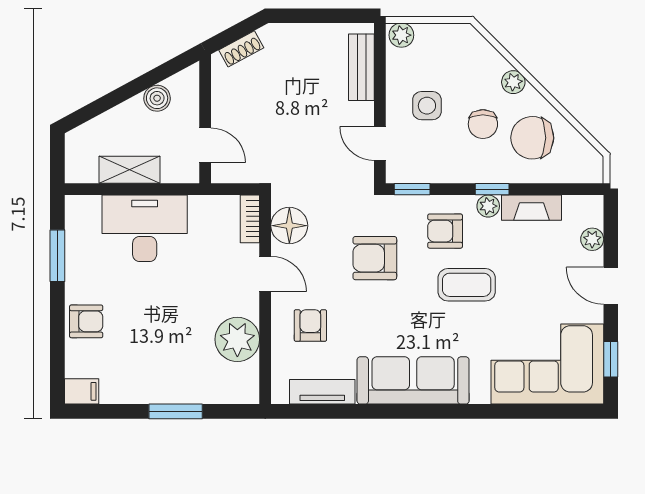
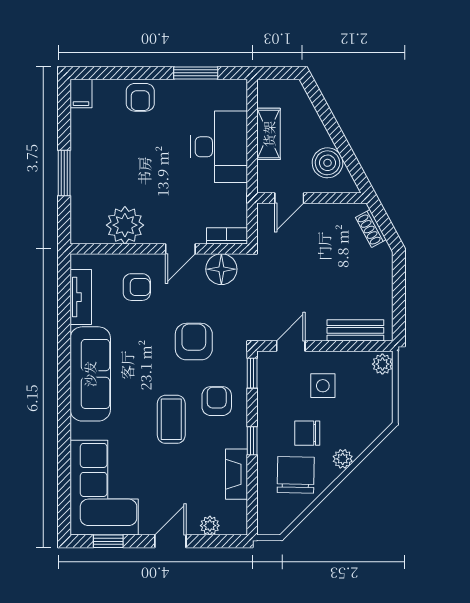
boiler: (157, 98) -> (328, 163), width x1.36, depth x1.36
plant: (488, 206) -> (238, 438), removed

